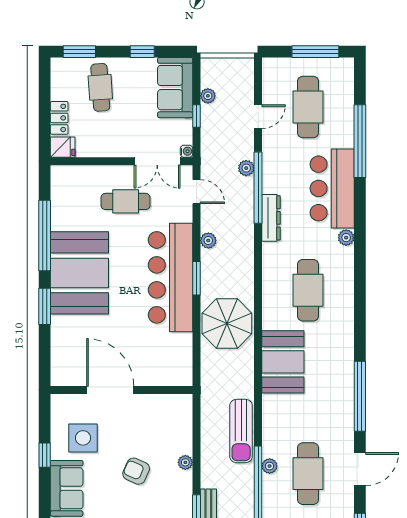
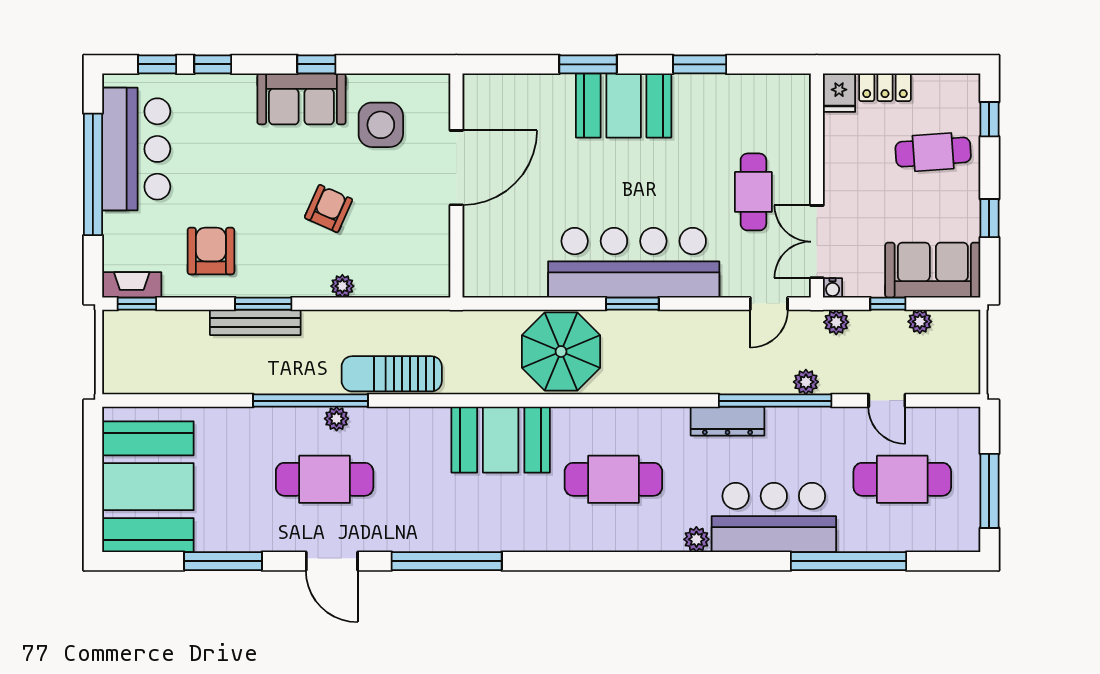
window: (79, 52) -> (989, 119), width x0.67
window: (45, 236) -> (700, 64), width x0.47
plant: (208, 240) -> (836, 322), moved
booth: (79, 273) -> (624, 105), width x0.73, depth x0.70
window: (45, 455) -> (316, 64), moved

